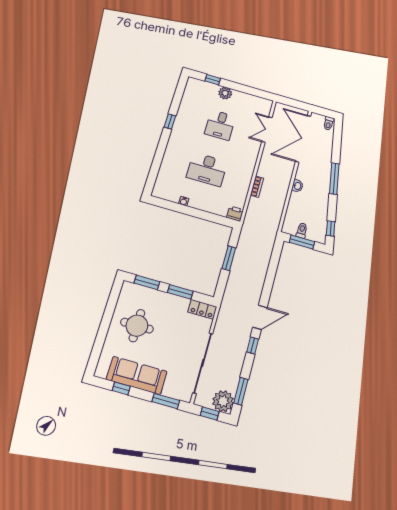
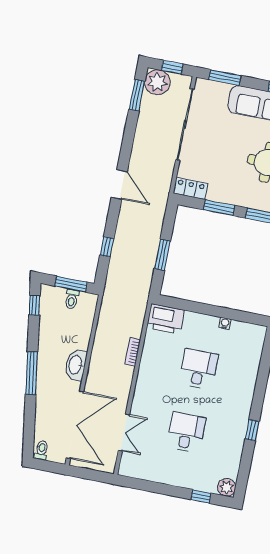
plant: (225, 93) -> (227, 487), moved
desk: (207, 169) -> (199, 369), width x0.73
washbasin: (297, 186) -> (76, 365), width x1.91, depth x1.45
printer: (235, 214) -> (166, 319), width x1.87, depth x1.48
door: (260, 317) -> (119, 185), swing flipped
window: (253, 346) -> (107, 247), moved

